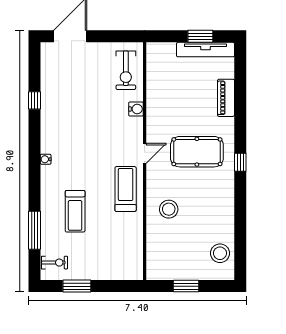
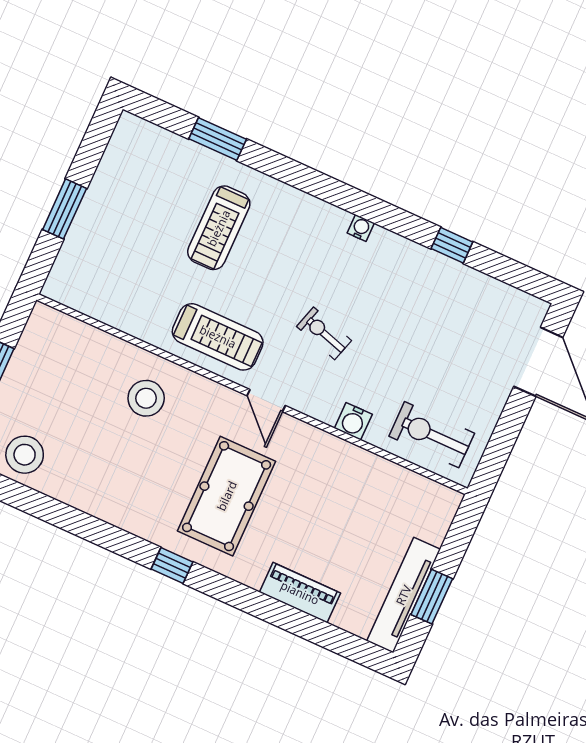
water cooler: (46, 159) -> (361, 228), moved
treadmill: (75, 211) -> (219, 228), turned -90
window: (35, 230) -> (218, 139), width x0.69
exercise bike: (55, 263) -> (324, 333), moved, turned 107
window: (77, 286) -> (65, 209), moved

